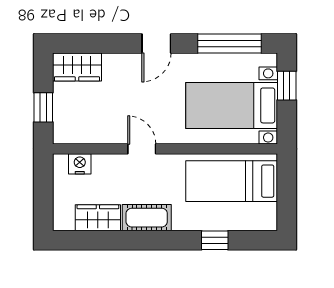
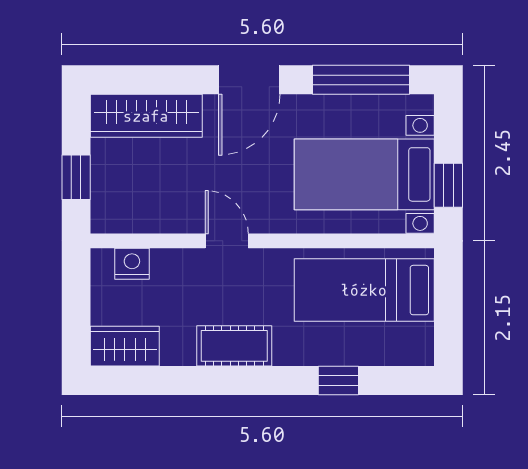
door: (156, 44) -> (249, 80), width x1.38
wardrobe: (77, 67) -> (146, 116), width x1.50
window: (287, 86) -> (448, 185), moved
wardrobe: (98, 218) -> (125, 346), moved

